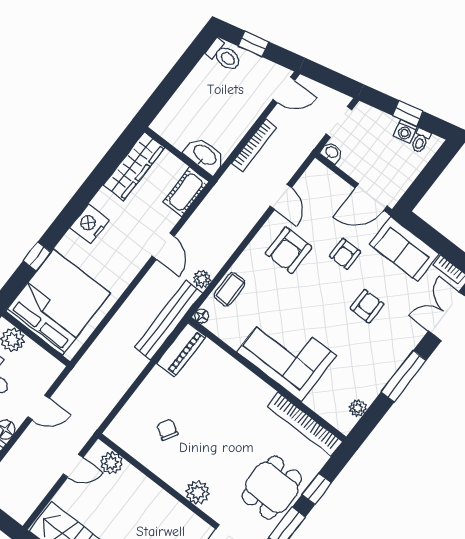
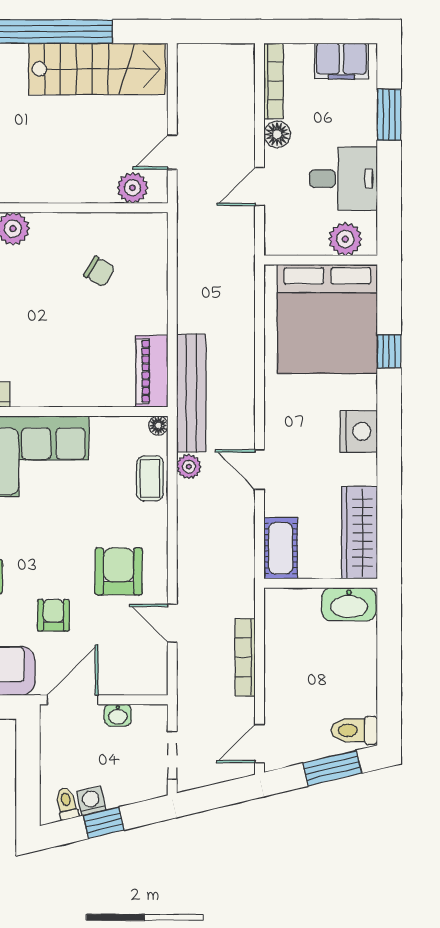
window: (253, 44) -> (332, 768), width x1.50
washbasin: (332, 152) -> (118, 715), moved
washbasin: (205, 155) -> (349, 604), moved

